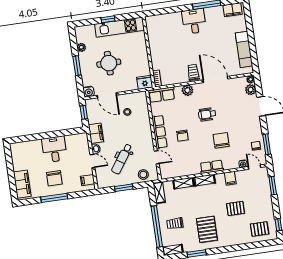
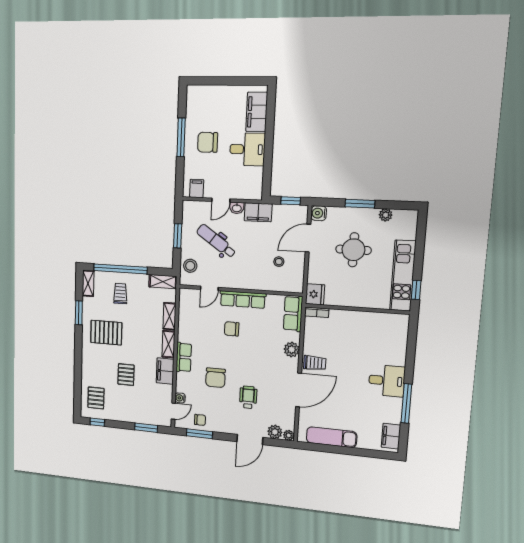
window: (108, 19) -> (416, 290), moved
wheelchair: (207, 114) -> (248, 397), moved
chair: (221, 140) -> (216, 378), turned 90
filing cabinet: (230, 178) -> (165, 371), width x2.00
filing cabinet: (22, 184) -> (257, 112), moved, turned 90

